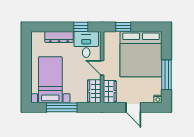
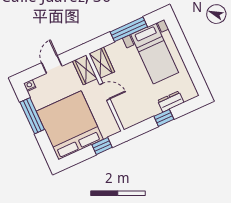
window: (81, 27) -> (164, 118), moved
dresser: (59, 37) -> (171, 102), width x0.70
desk: (86, 45) -> (133, 109), removed
door: (133, 107) -> (52, 64), hinge flipped

